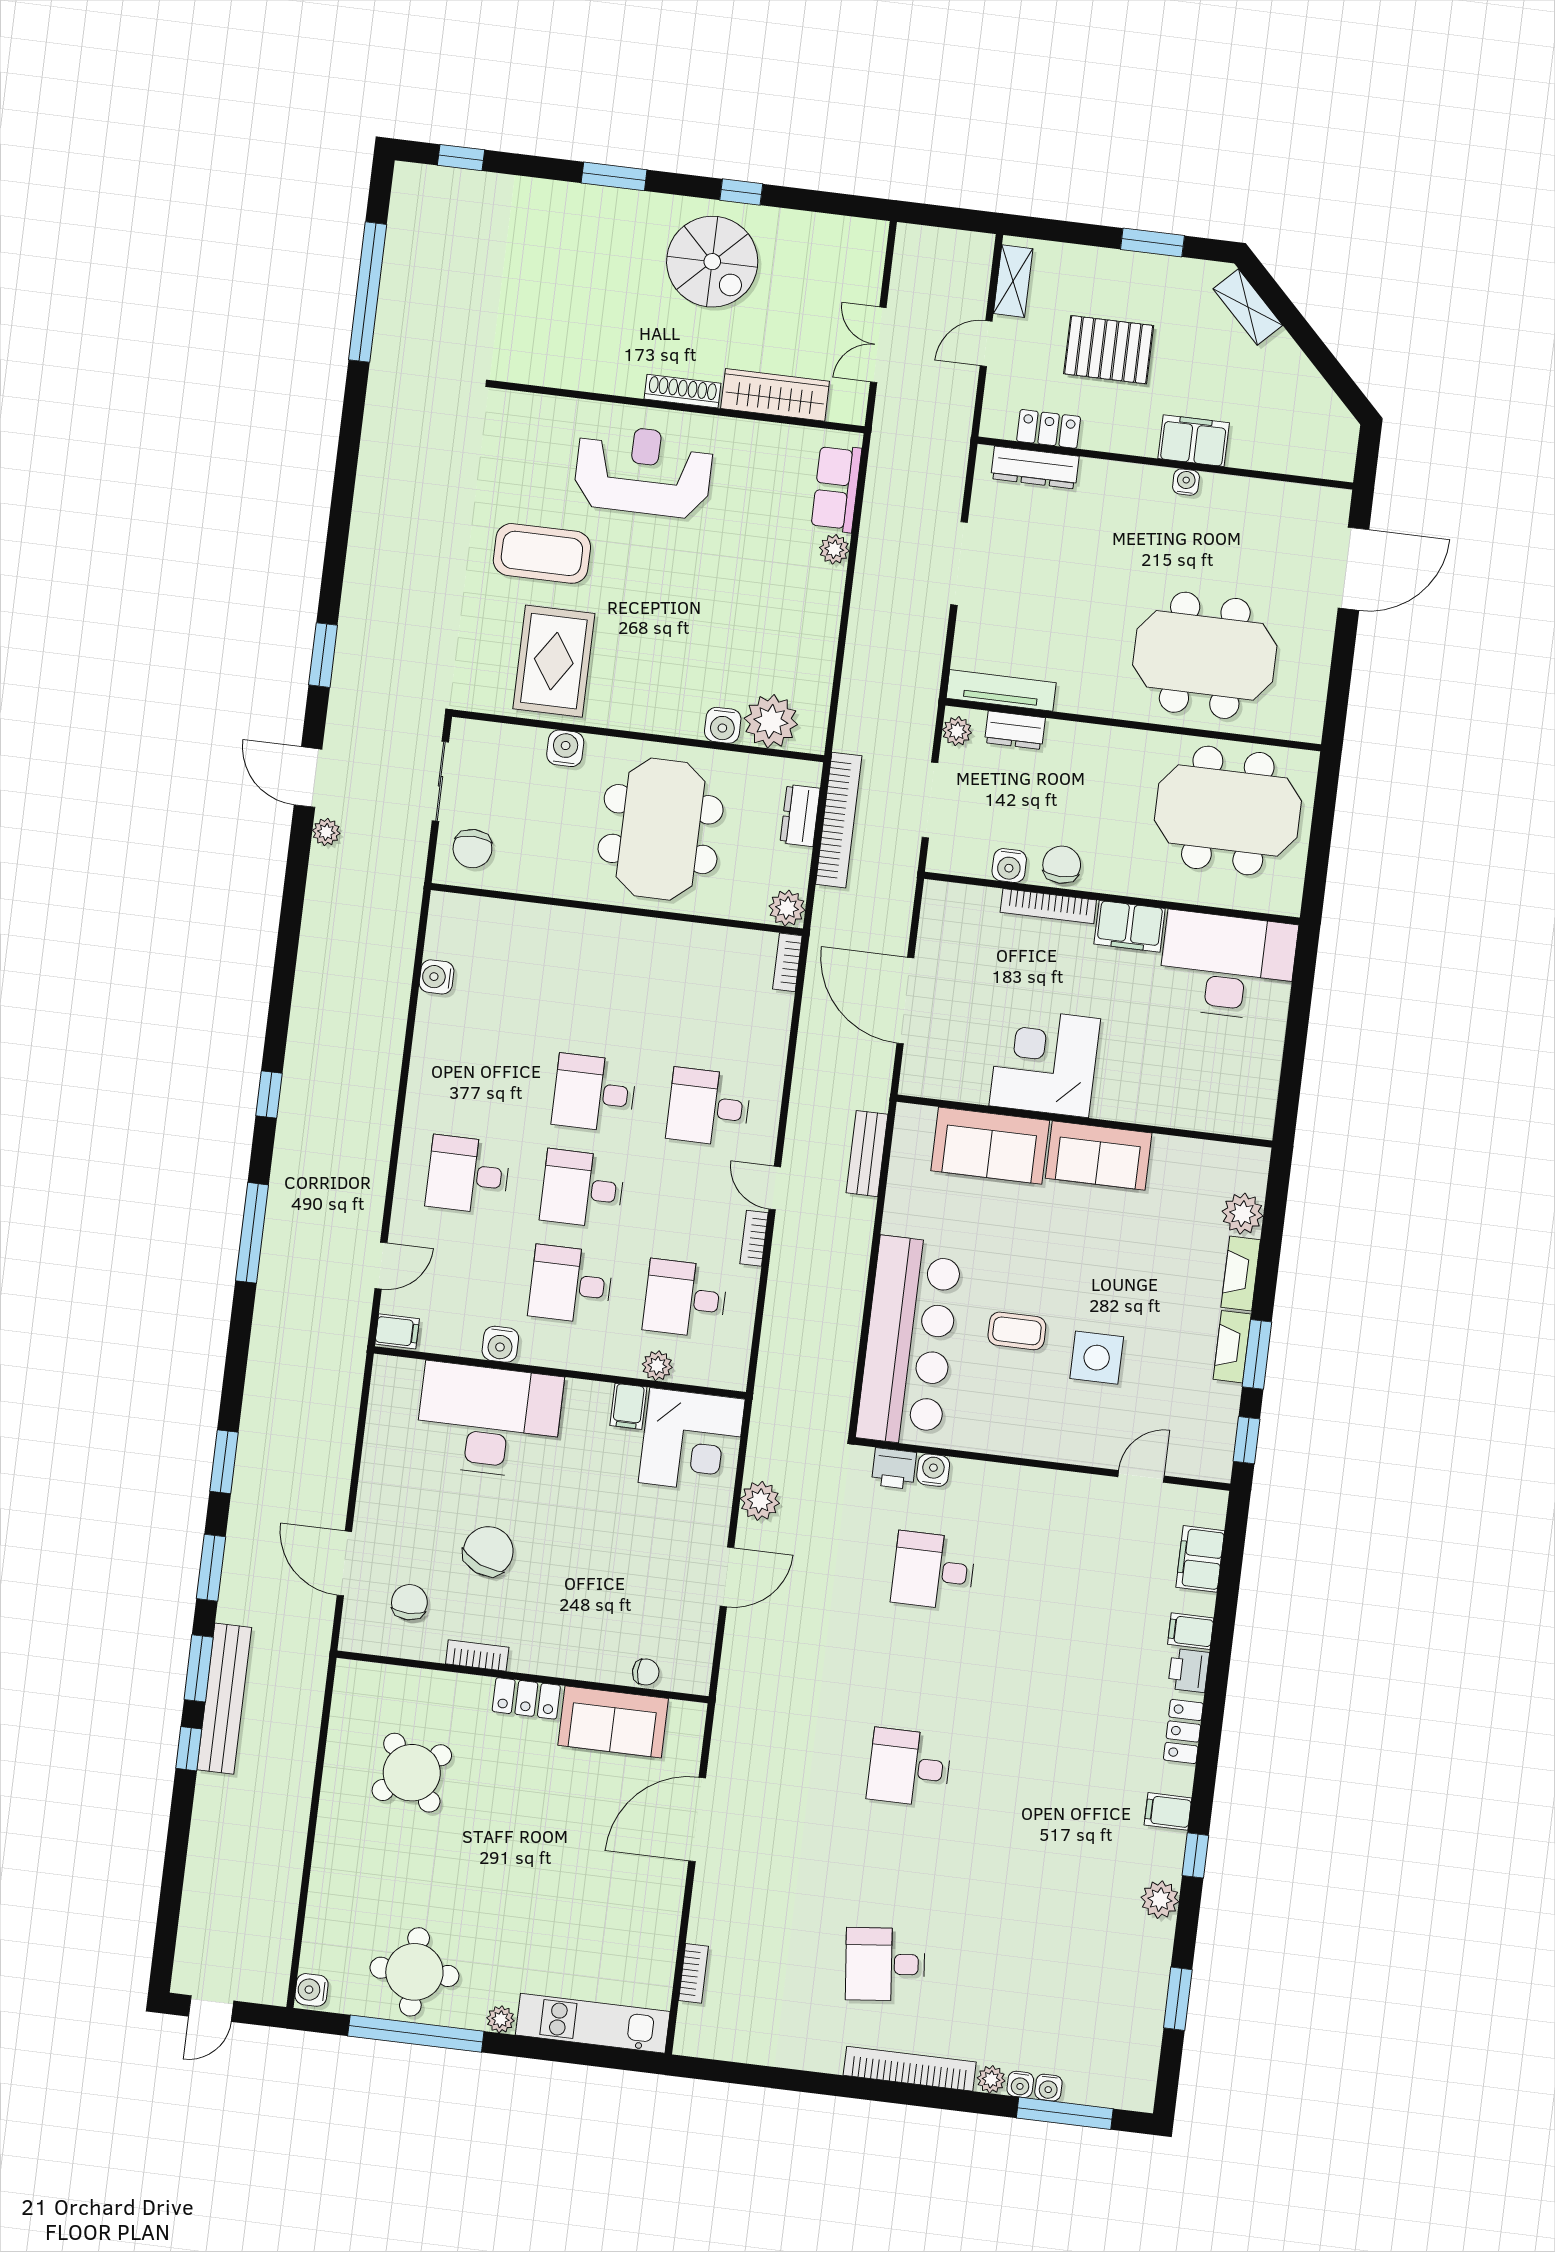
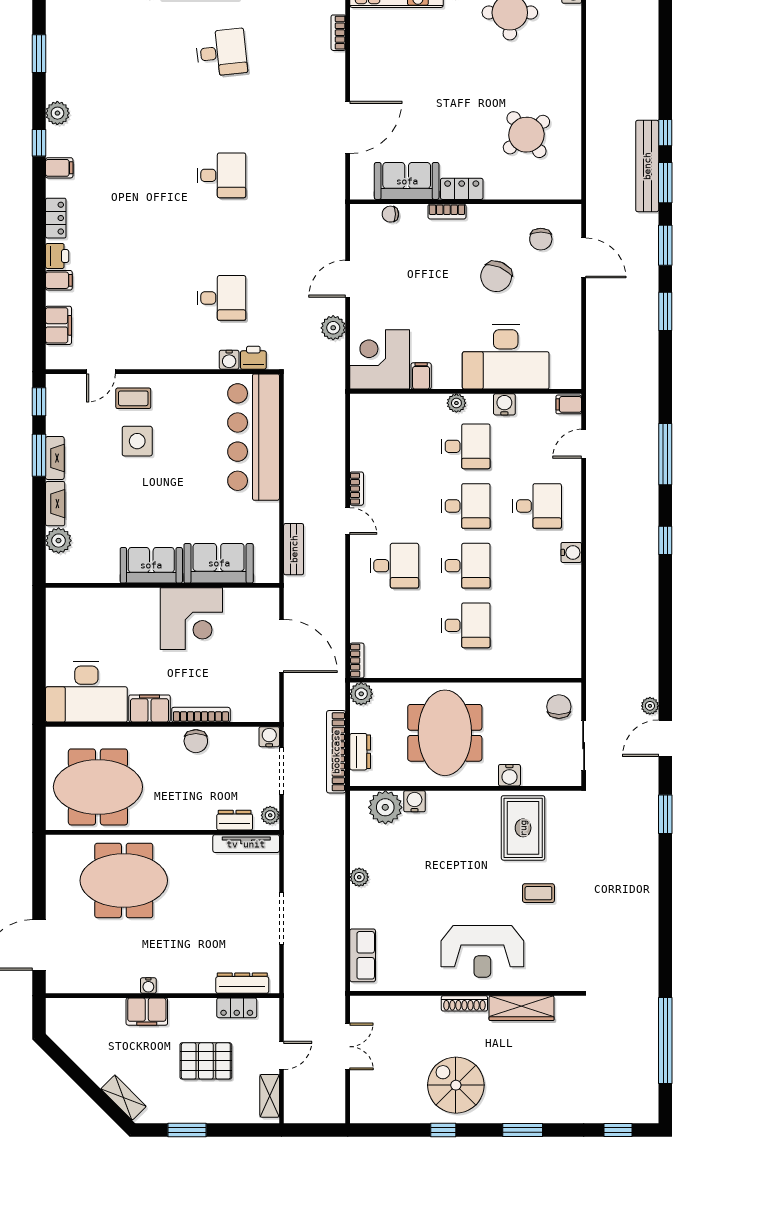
wardrobe: (775, 395) -> (522, 1008), moved
plant: (834, 549) -> (359, 877), moved
coffee table: (542, 553) -> (538, 893), width x0.54, depth x0.58
door: (308, 777) -> (665, 738), swing flipped
water cooler: (1009, 866) -> (269, 737), moved
water cooler: (437, 977) -> (571, 552), moved
desk: (685, 1299) -> (466, 625), moved
coffee table: (1017, 1331) -> (133, 398), moved
plant: (657, 1366) -> (456, 403), moved
bookcase: (477, 1655) -> (447, 212), moved

